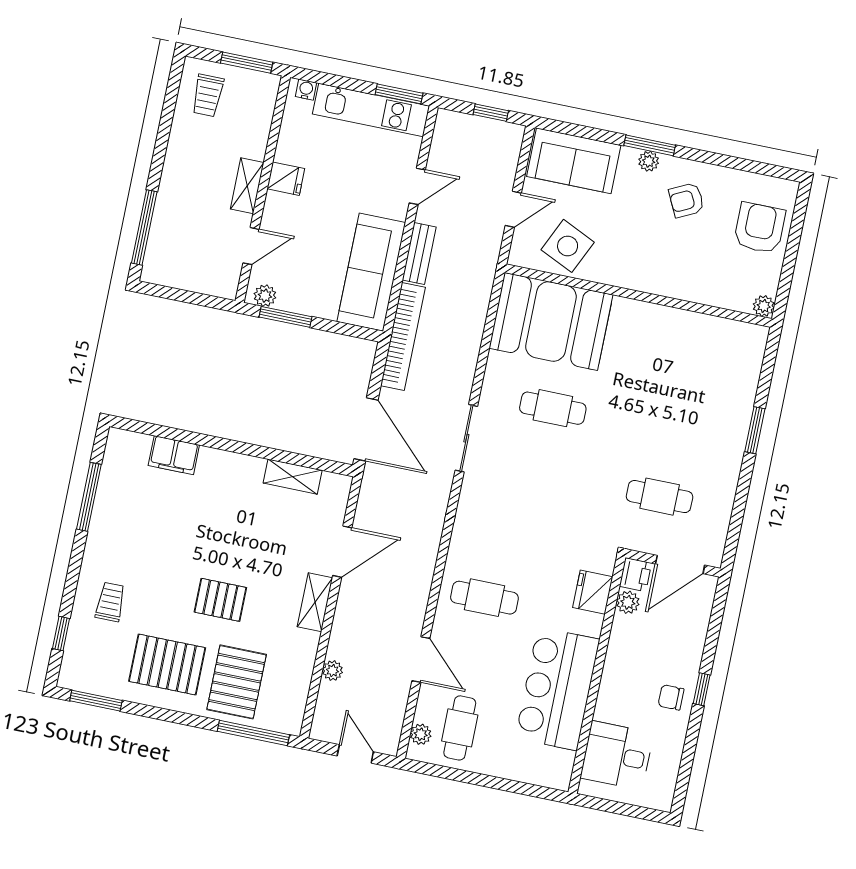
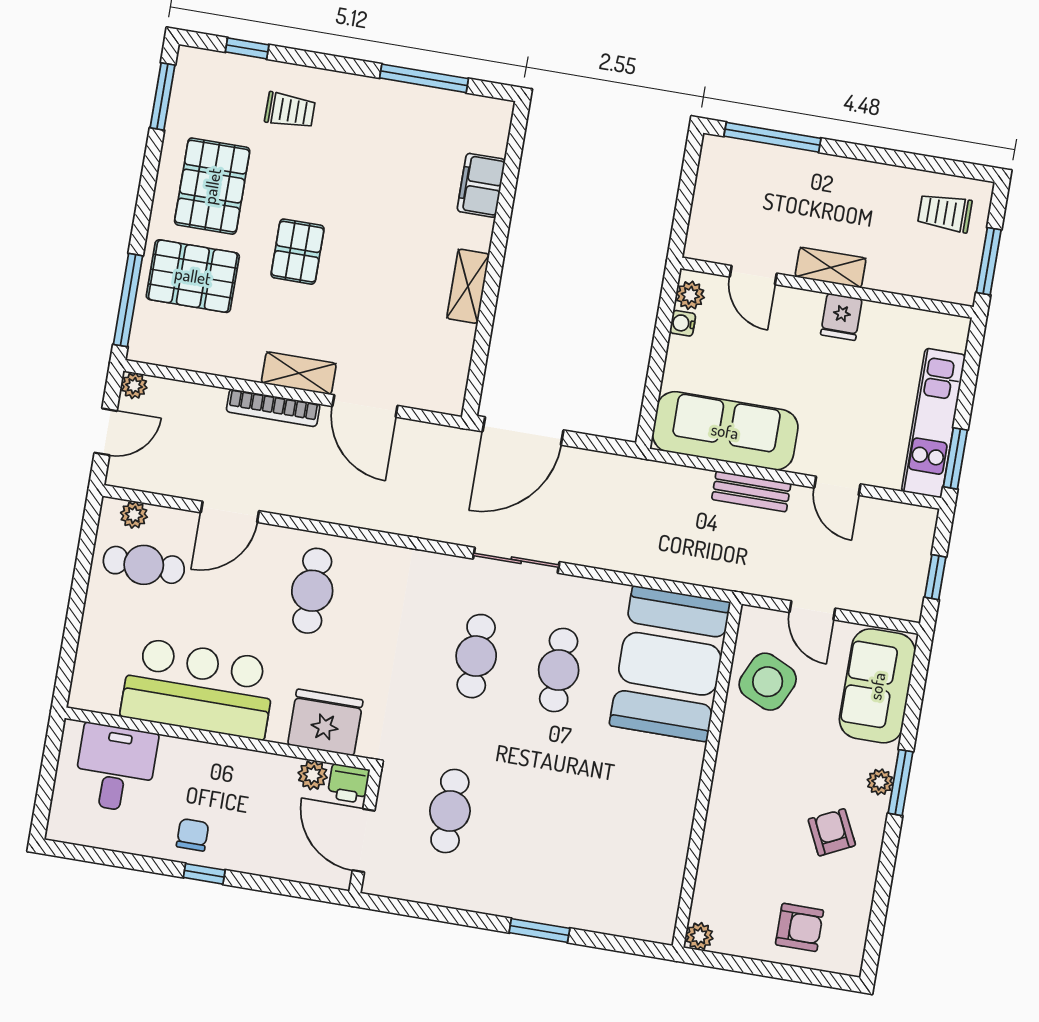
water cooler: (306, 90) -> (683, 323), moved, turned 180
armchair: (760, 228) -> (799, 927), width x0.72, depth x0.72
window: (286, 317) -> (664, 323), removed
bookcase: (403, 336) -> (273, 408), moved, width x0.68, depth x0.76
cafe table: (540, 472) -> (476, 656), added
shelving: (293, 477) -> (468, 286), moved
fridge: (593, 592) -> (325, 722), width x1.36, depth x1.34
plant: (333, 671) -> (134, 386), moved

